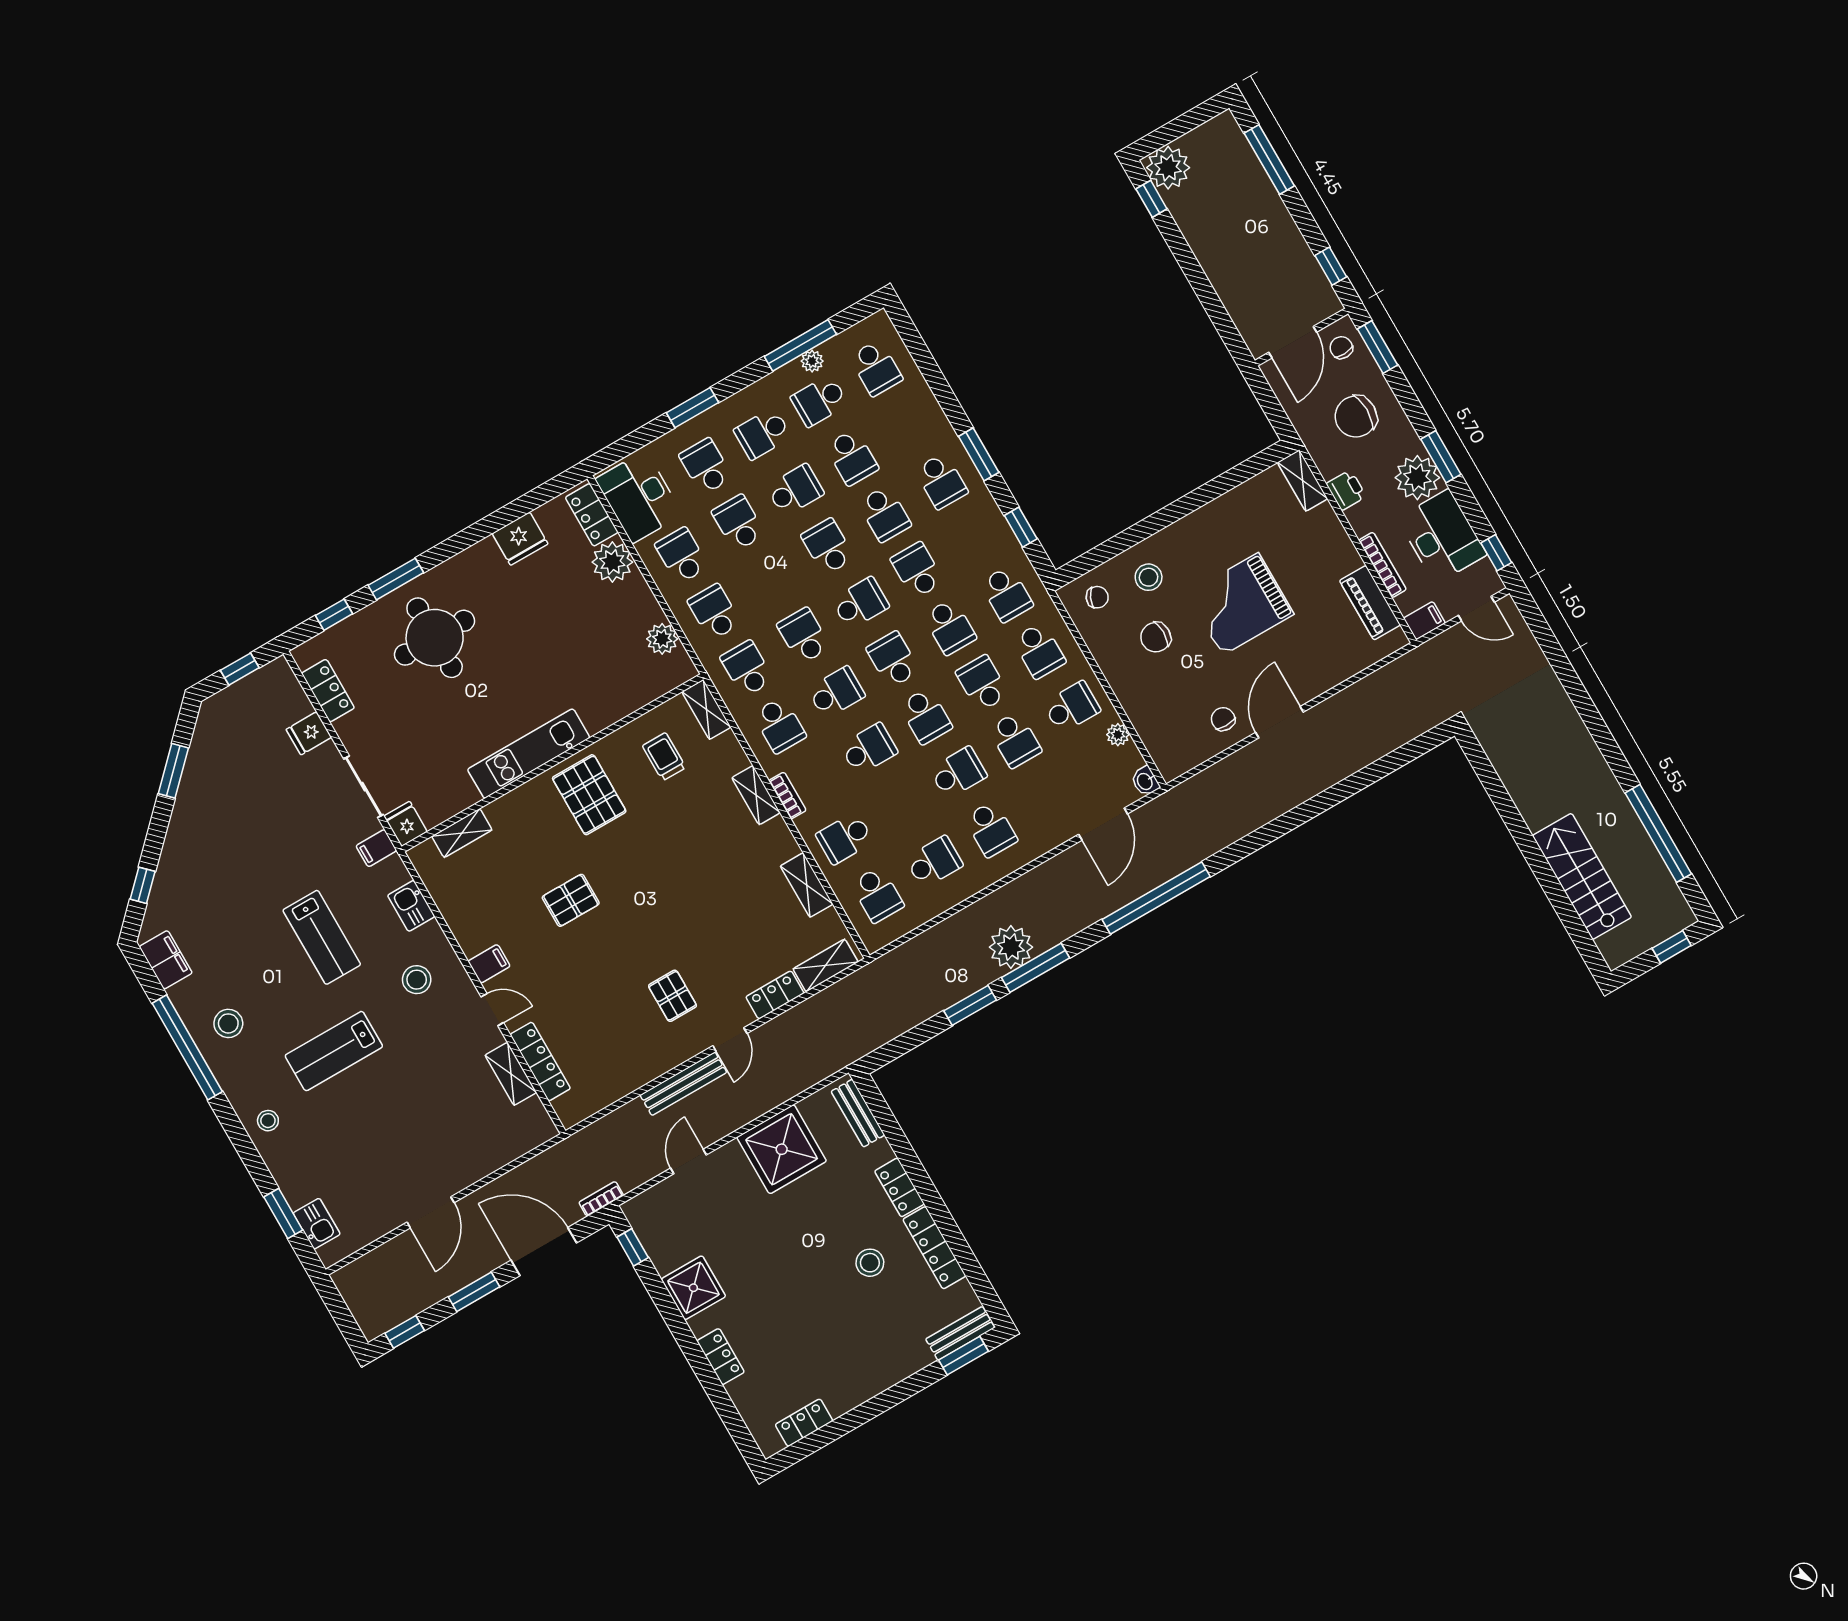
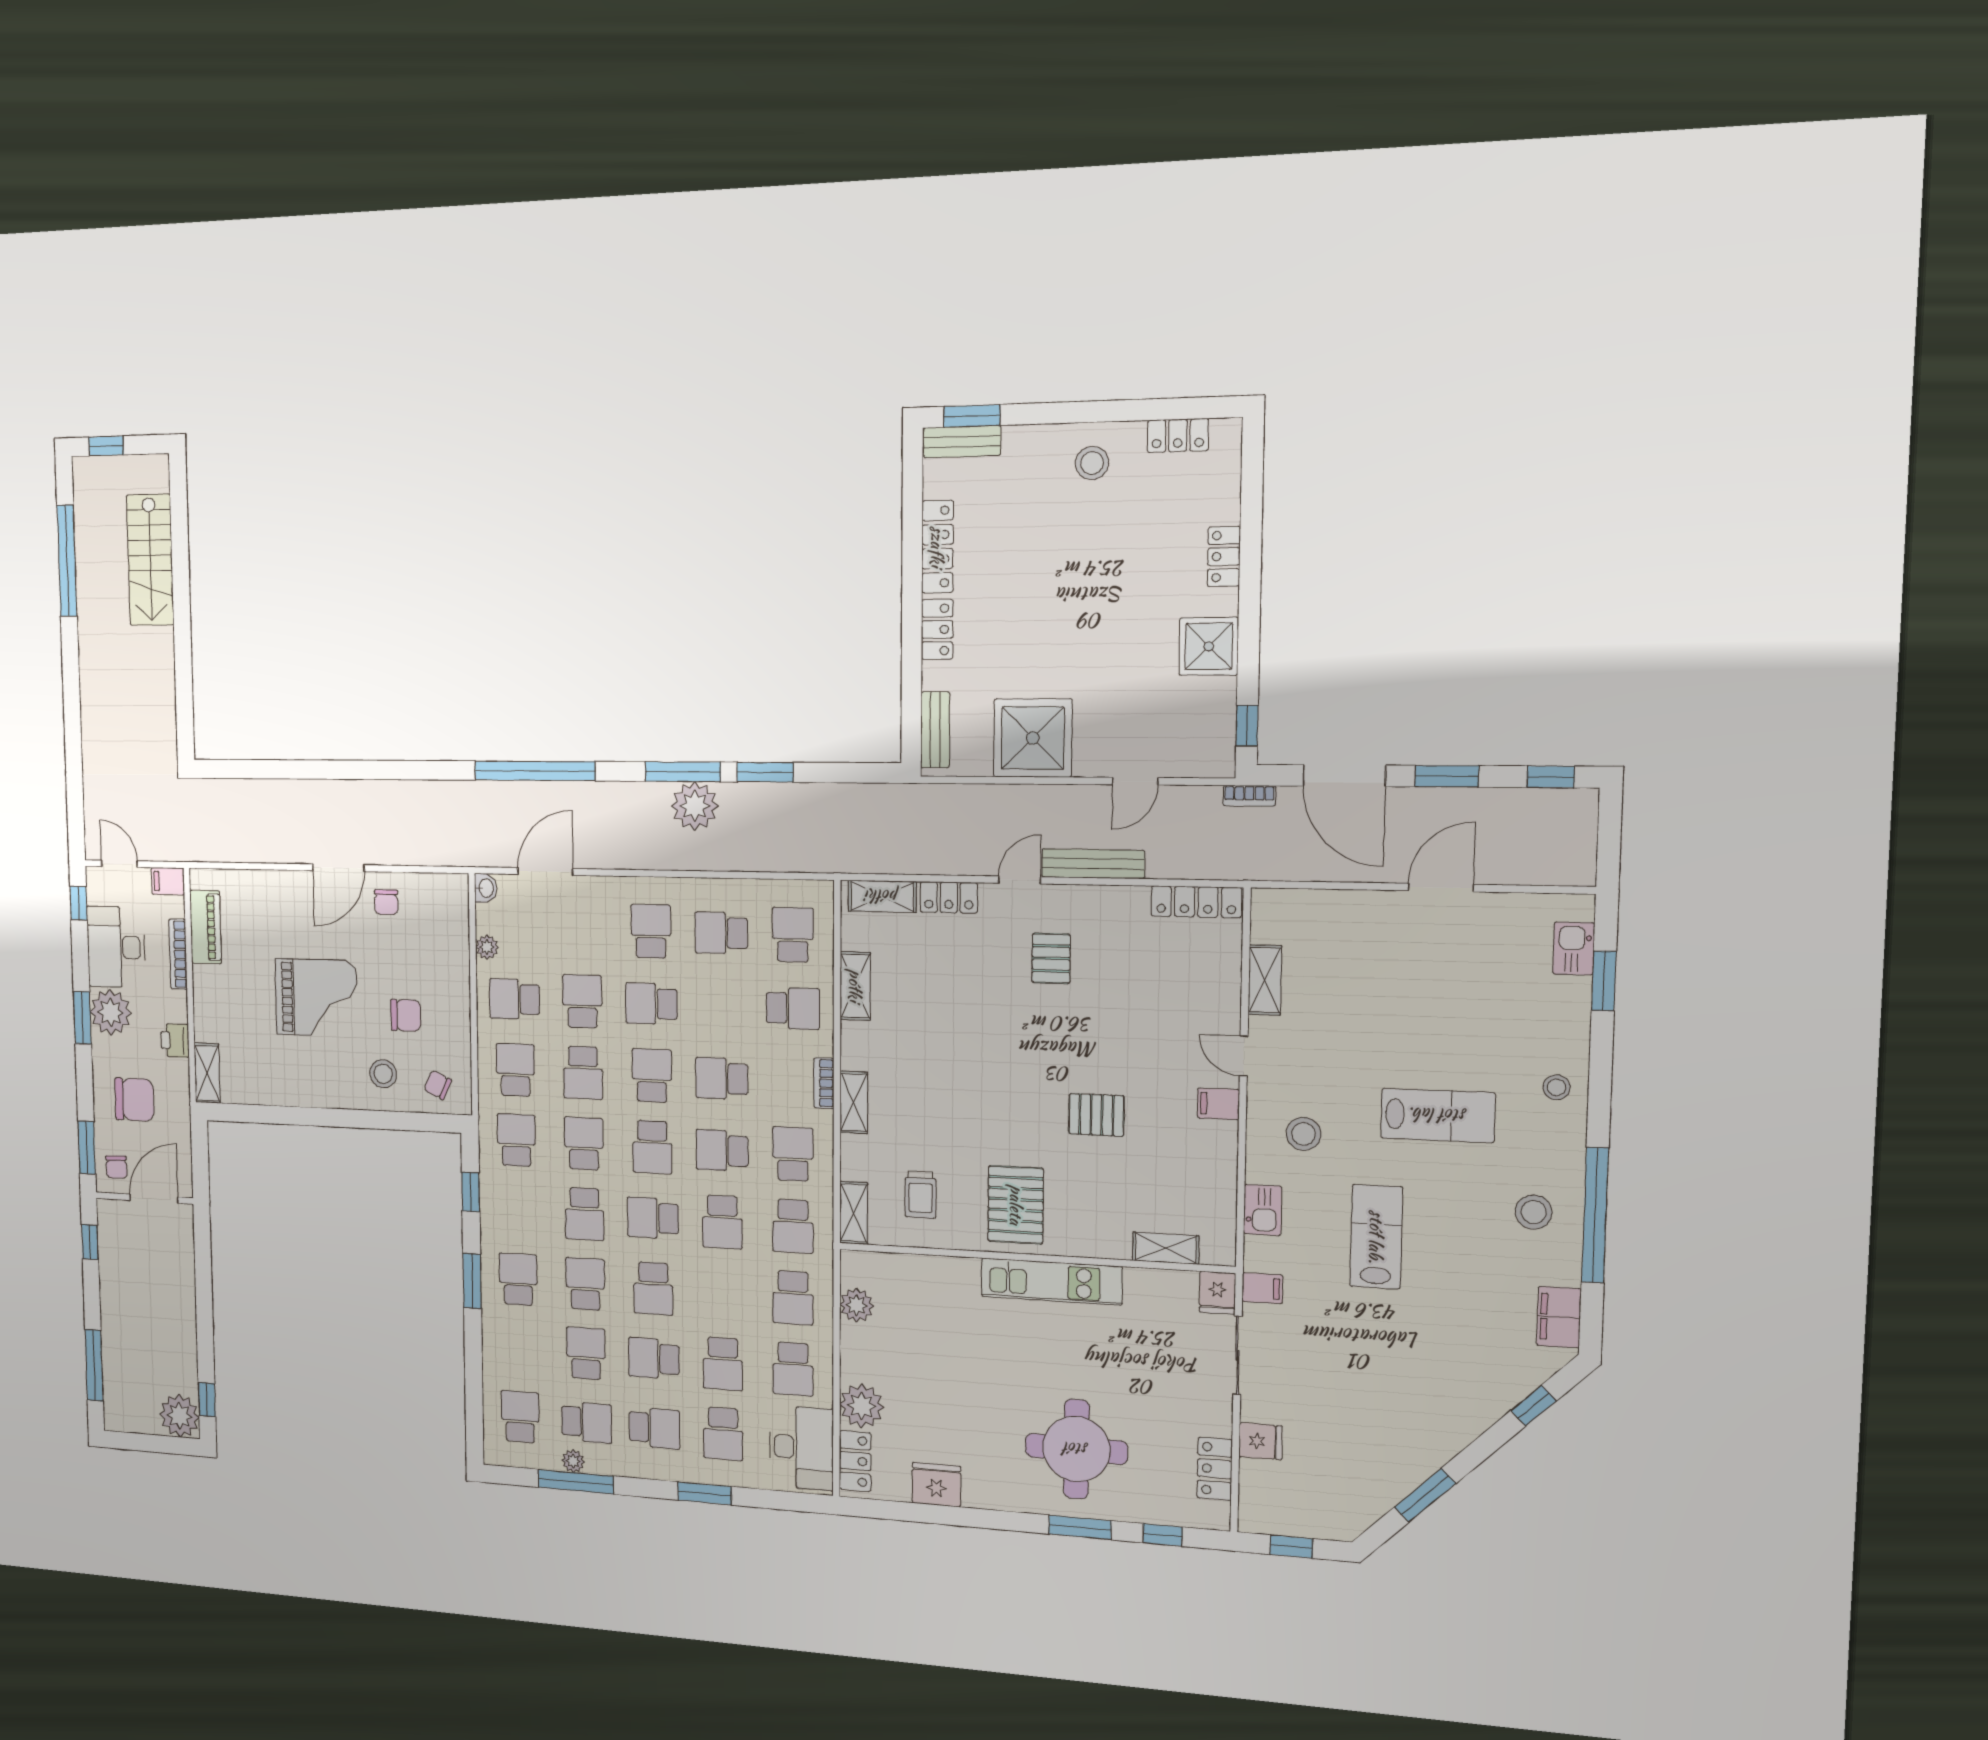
locker: (540, 1061) -> (1196, 902), moved, turned -90
stool: (870, 1263) -> (1092, 463), moved

